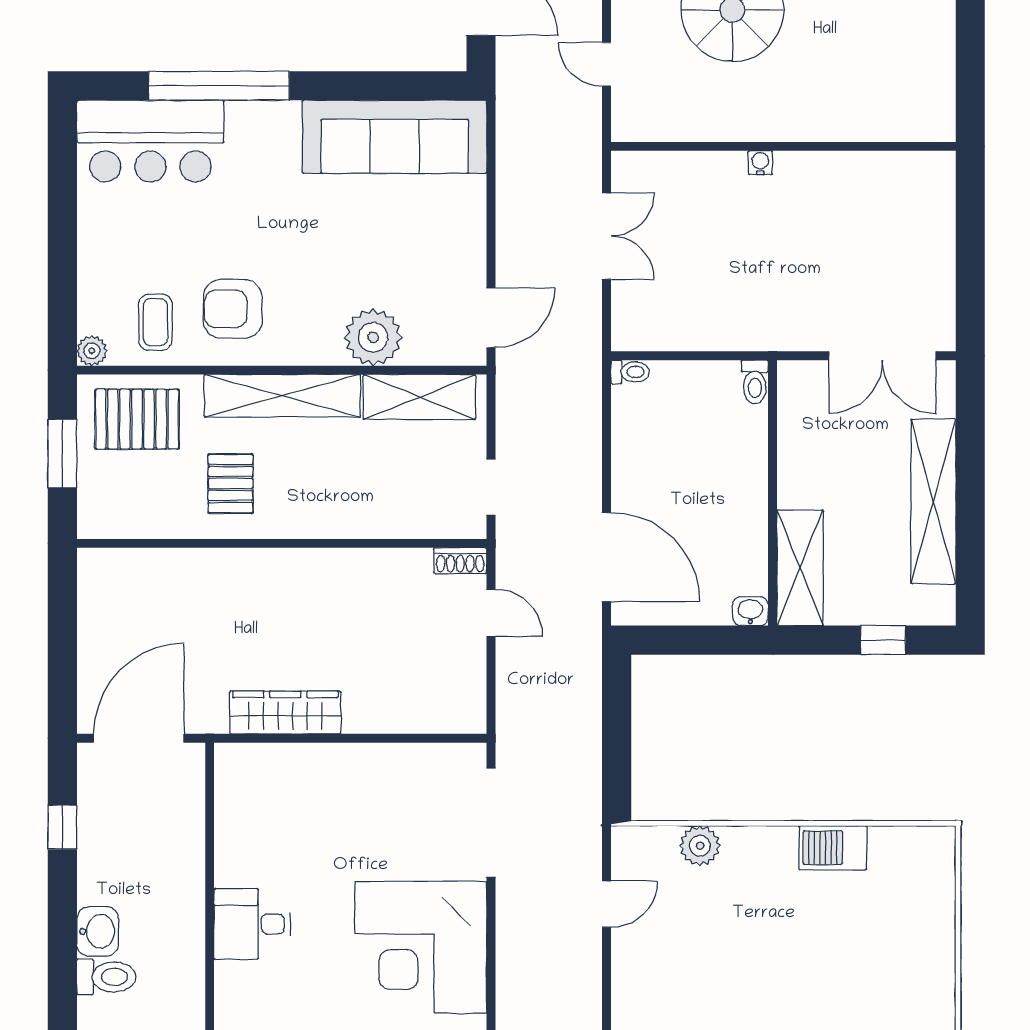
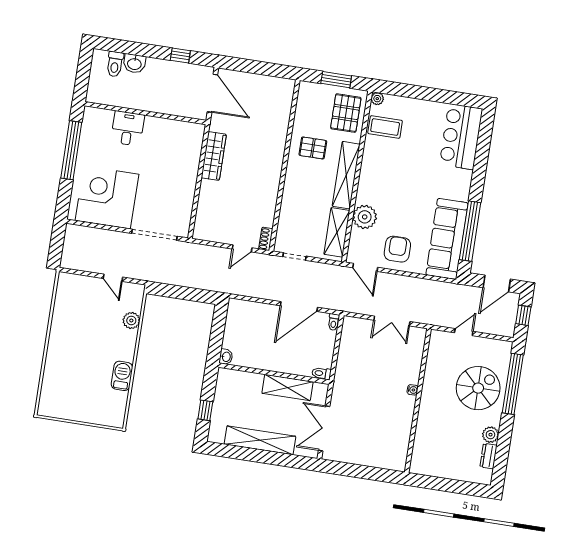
window: (219, 86) -> (470, 231), moved
armchair: (233, 309) -> (397, 249), moved
coffee table: (155, 322) -> (385, 127), width x1.36, depth x1.30
door: (607, 557) -> (299, 307), moved
shelving: (800, 568) -> (288, 387), moved

